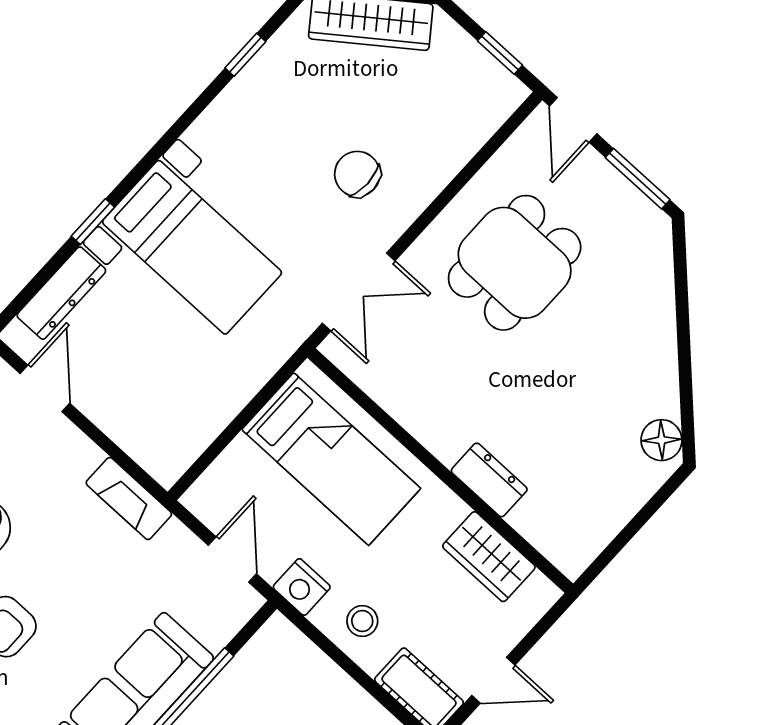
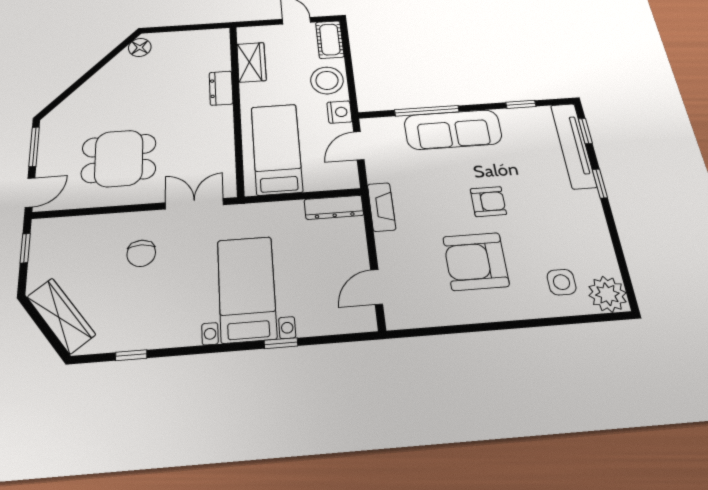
dresser: (61, 293) -> (334, 207), moved, turned 180
stool: (362, 621) -> (327, 80), width x1.89, depth x1.89

